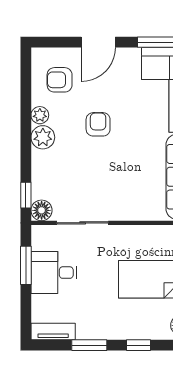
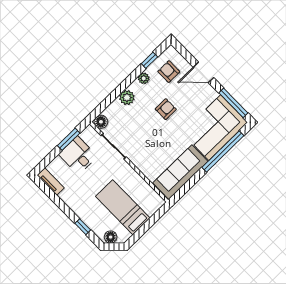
plant: (43, 137) -> (127, 98), moved
window: (26, 195) -> (149, 60), moved
window: (89, 345) -> (61, 204), removed

